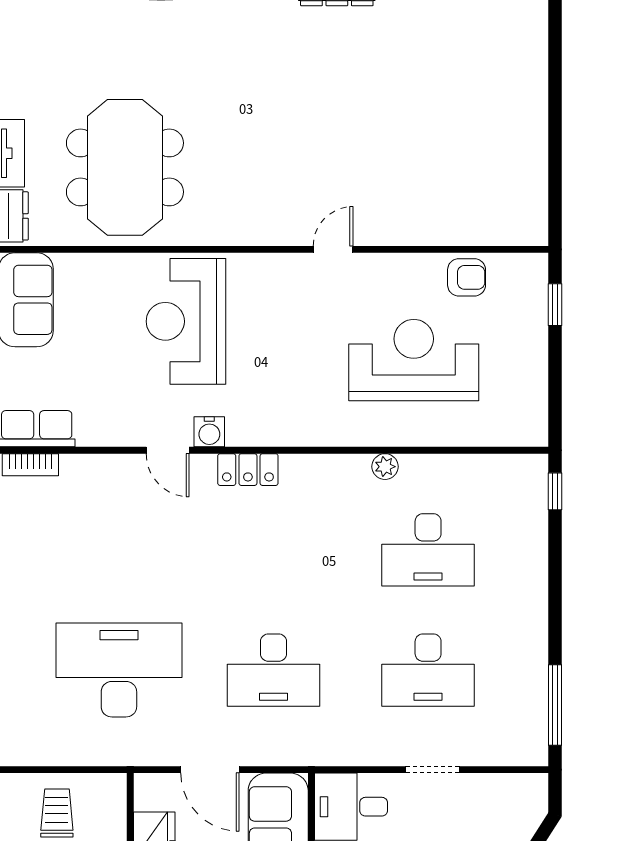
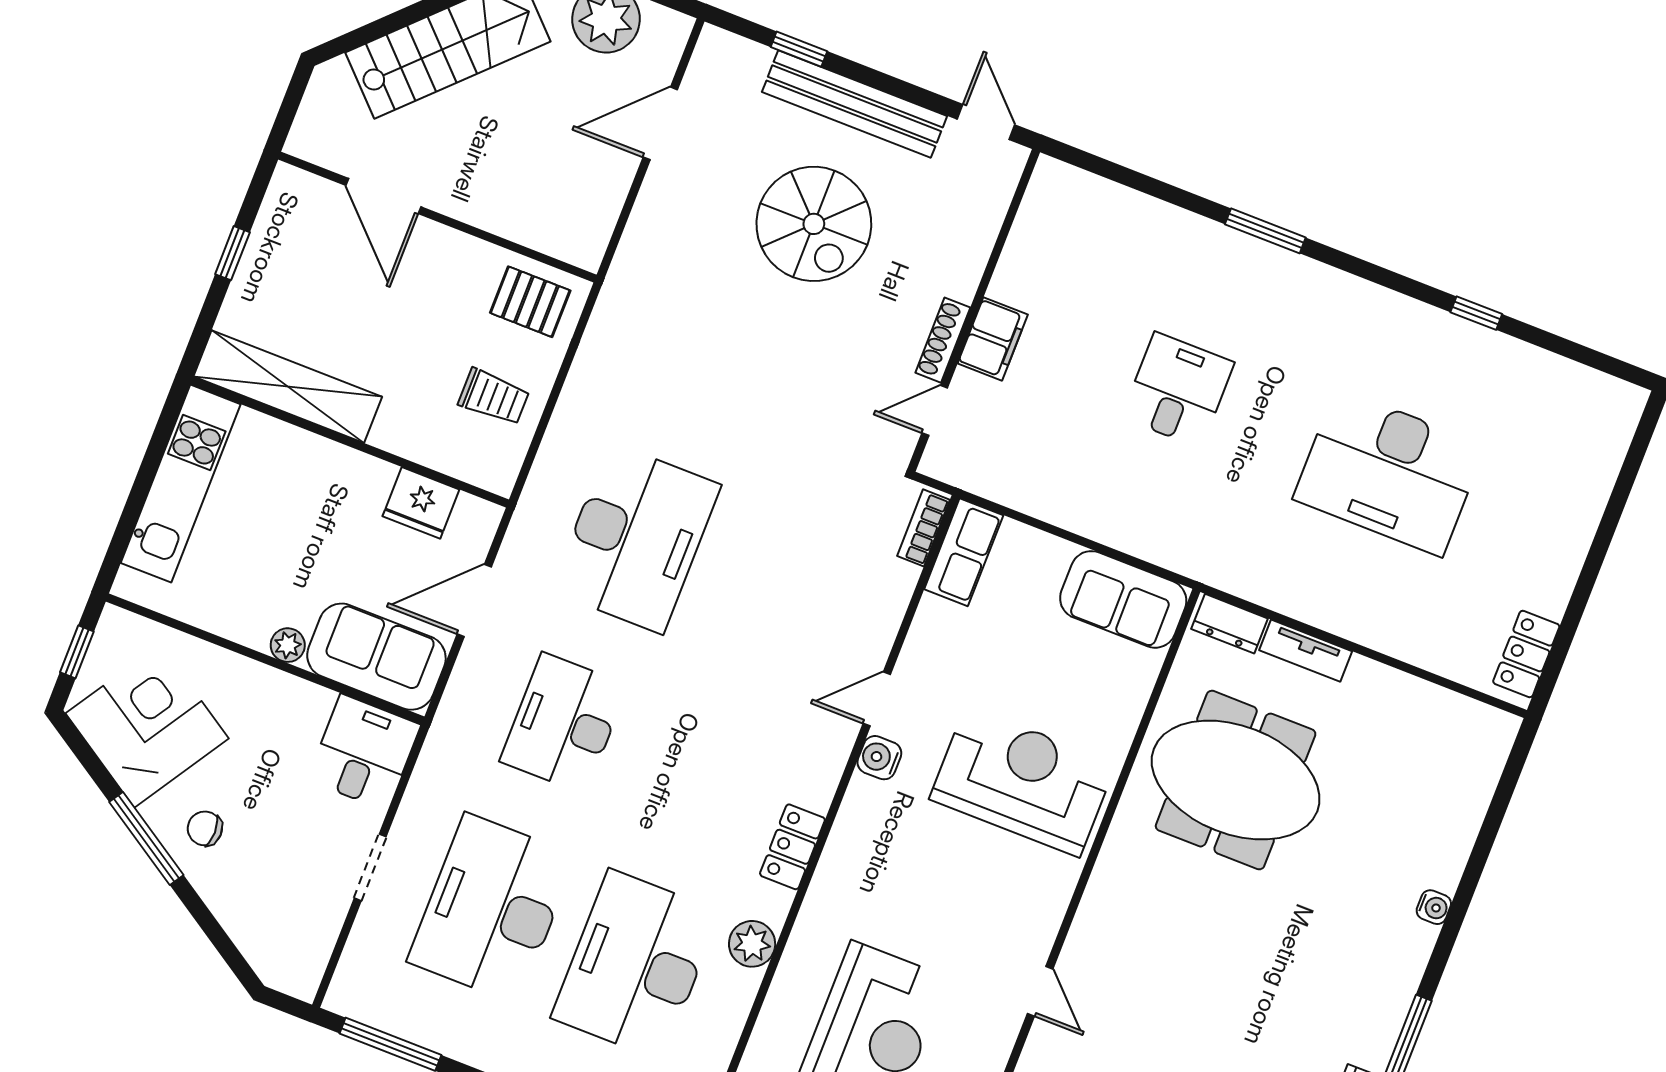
plant: (385, 467) -> (752, 944), width x1.38, depth x1.38
locker: (248, 470) -> (792, 847), moved
desk: (428, 550) -> (636, 965), width x1.36, depth x1.30
desk: (428, 670) -> (492, 909), width x1.36, depth x1.30

